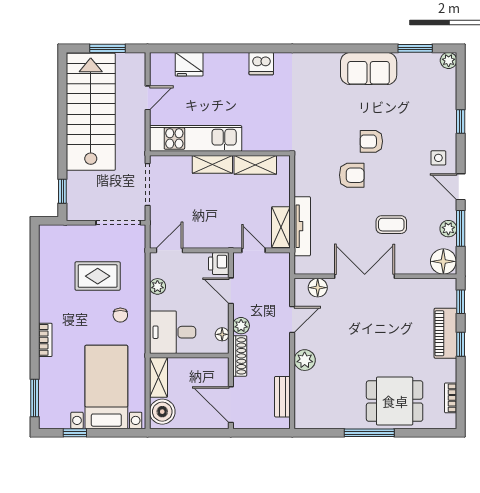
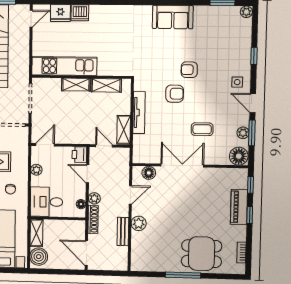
dishwasher: (261, 64) -> (80, 13), moved
sofa: (369, 69) -> (173, 17), moved
door: (148, 98) -> (31, 19), moved
tv unit: (302, 226) -> (139, 113), moved
bench: (282, 397) -> (123, 231), moved

